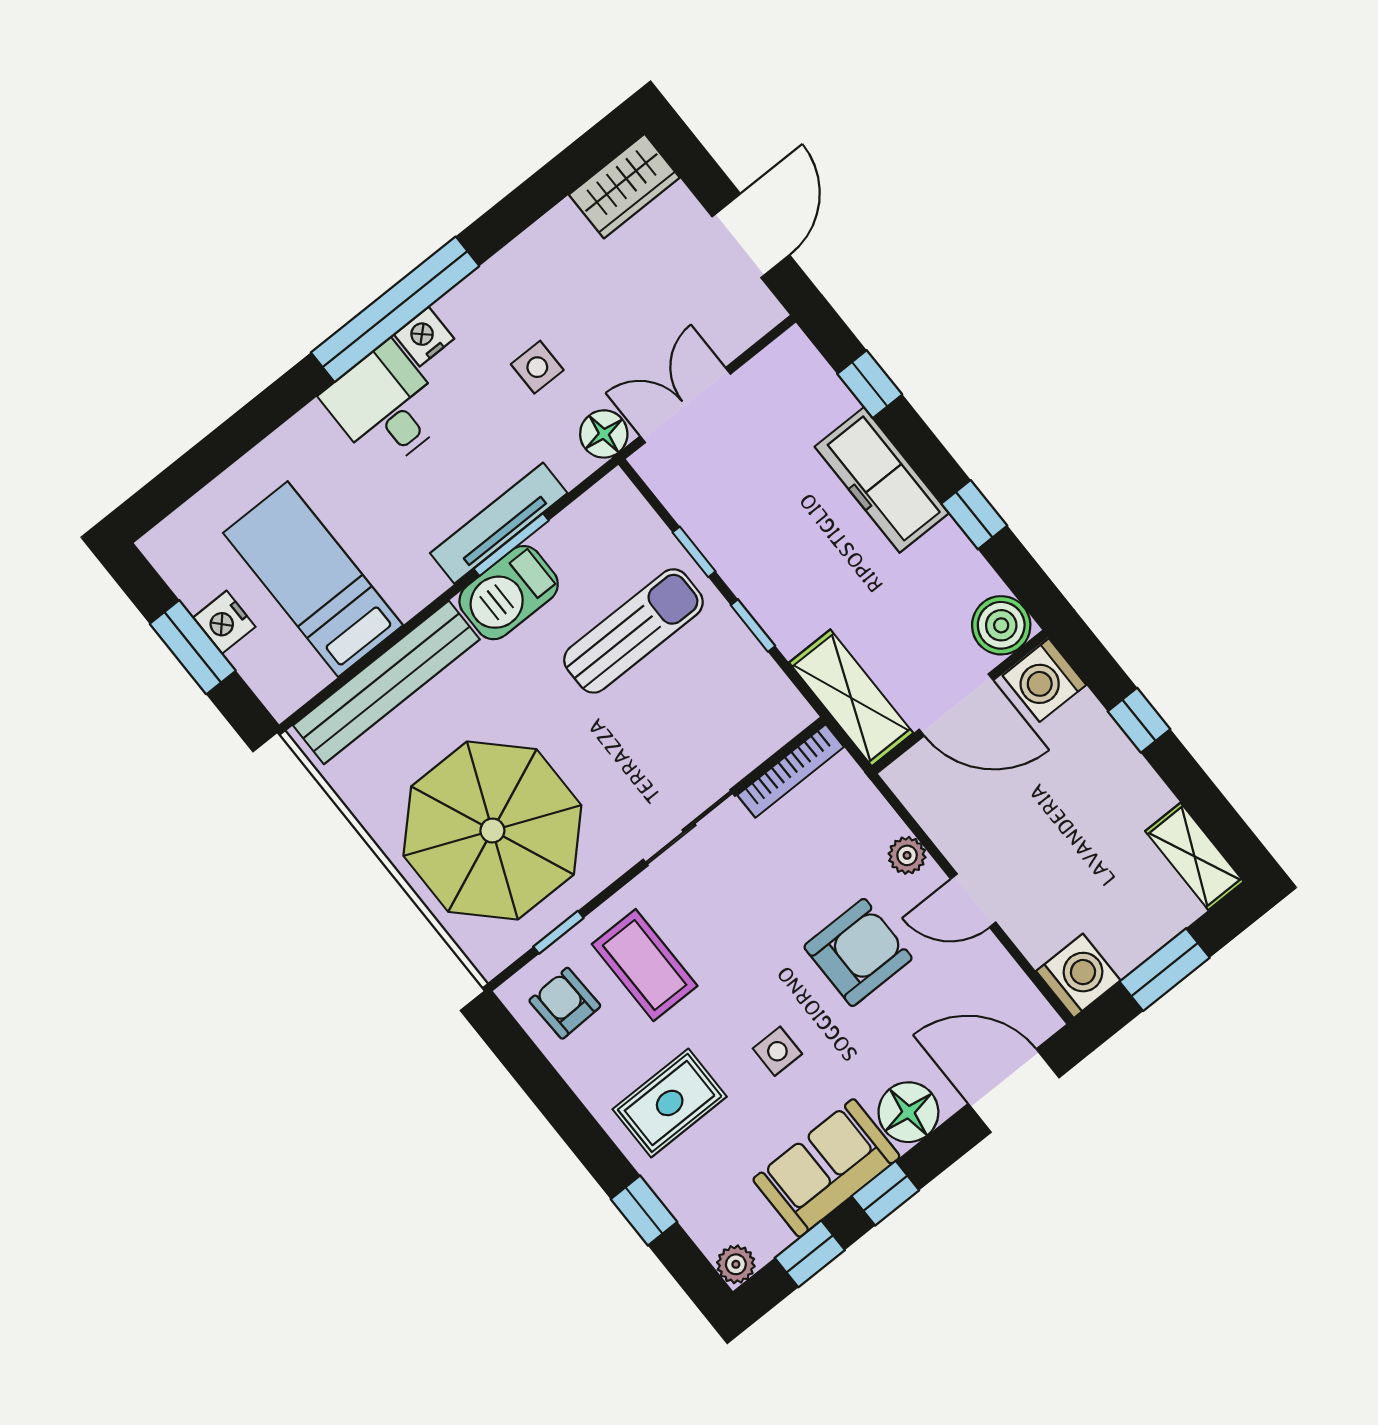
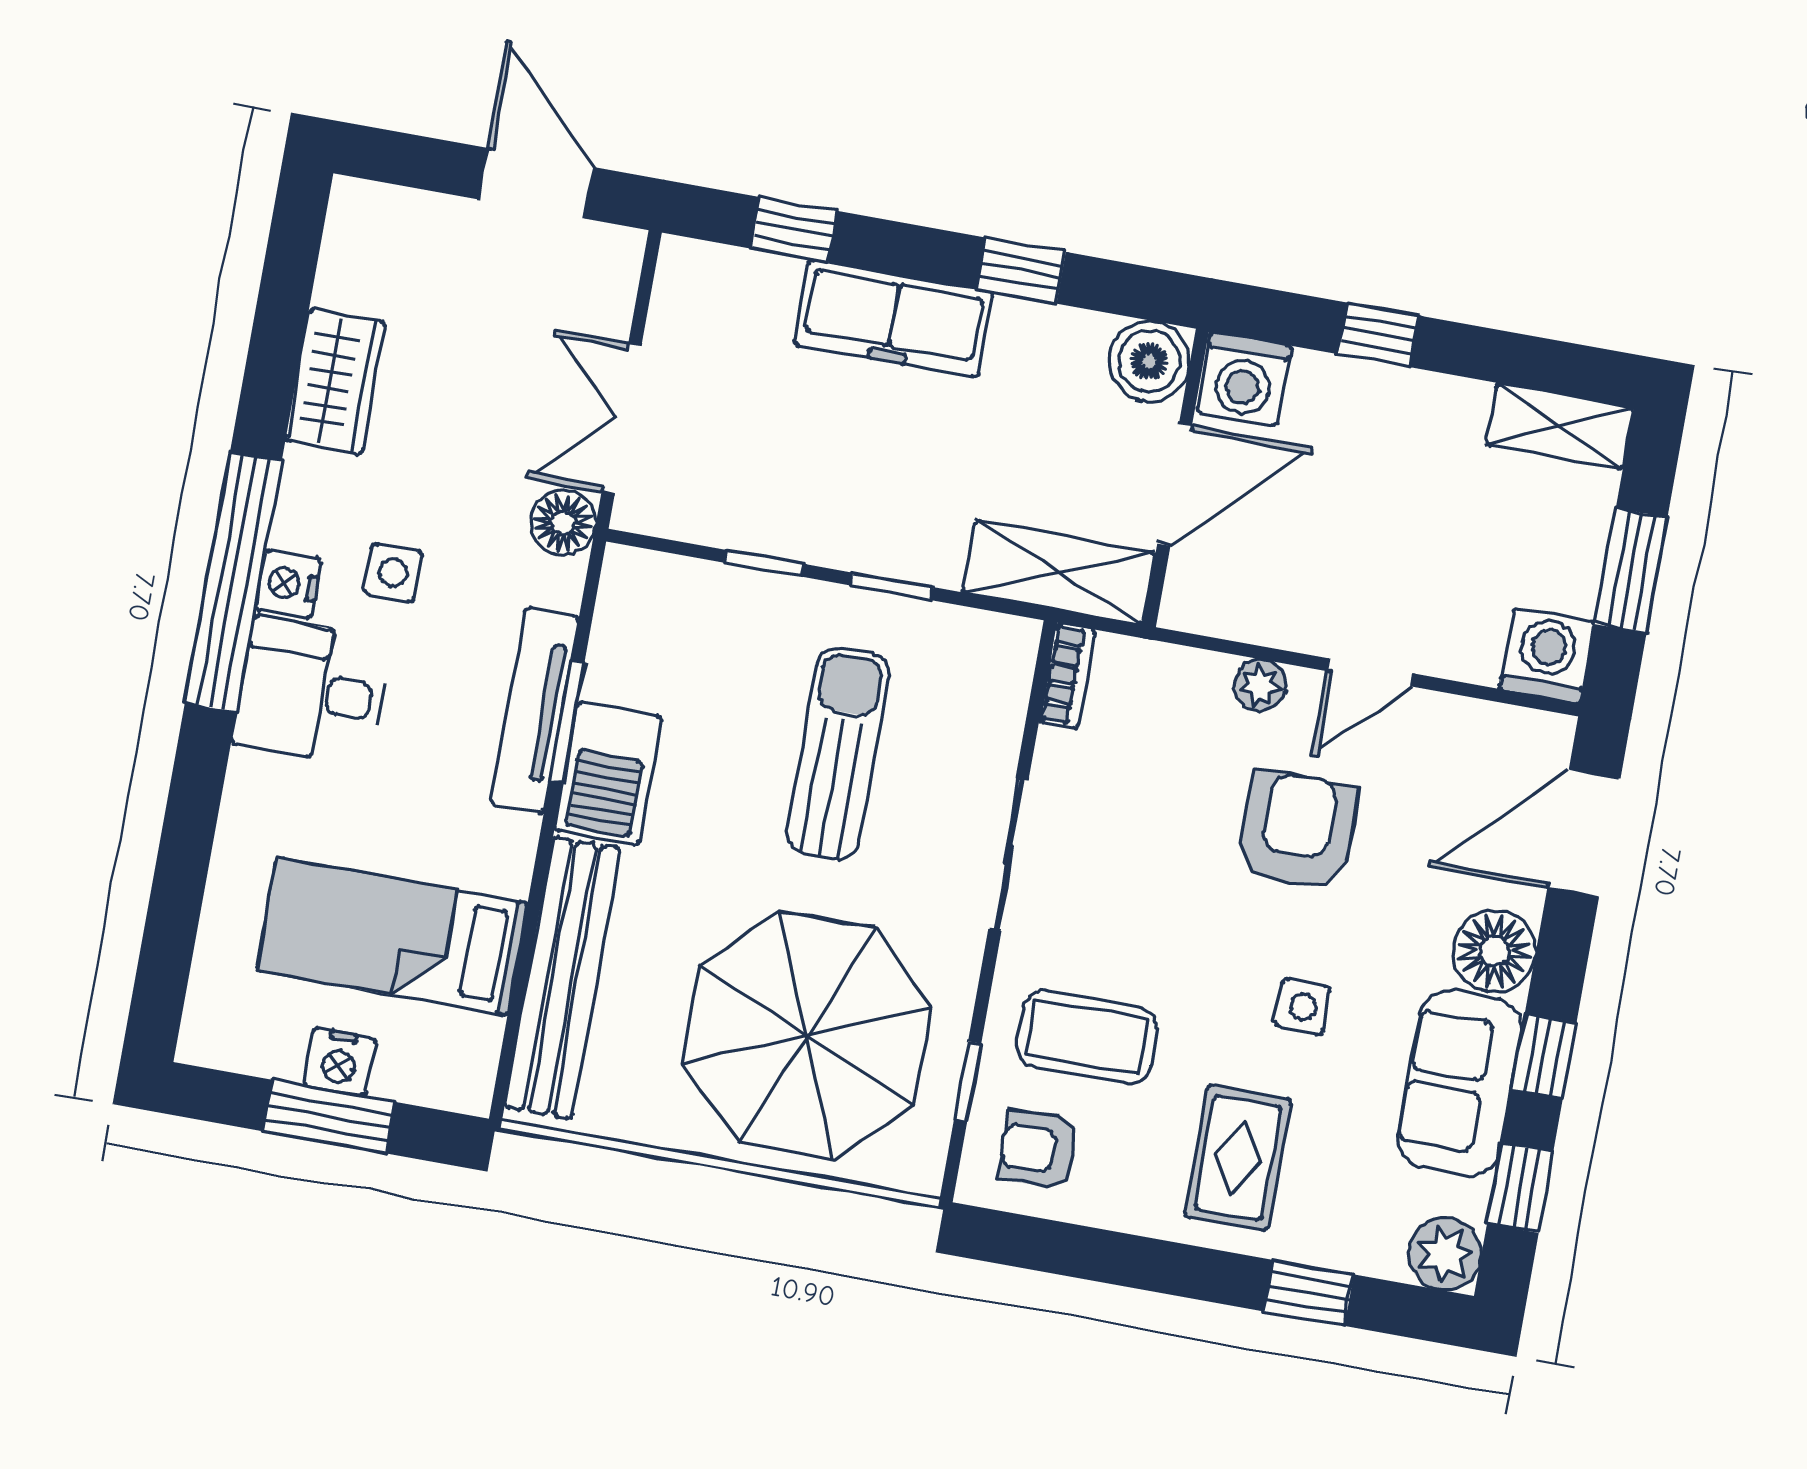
wardrobe: (624, 186) -> (335, 382), moved
side table: (537, 367) -> (393, 573), moved
sun lounger: (633, 631) -> (838, 753), moved
bookcase: (791, 771) -> (1068, 676), width x0.64
plant: (736, 1264) -> (1445, 1254), width x1.38, depth x1.38

